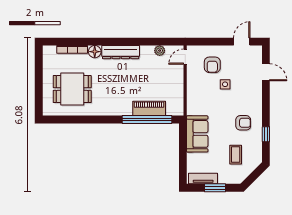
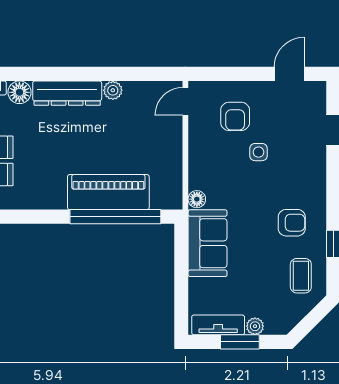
plant: (160, 51) -> (113, 90), moved
piano: (149, 108) -> (108, 192), width x1.37, depth x1.33
floor lamp: (191, 110) -> (197, 199), added
coffee table: (236, 155) -> (301, 276), moved
plant: (223, 179) -> (255, 326), added

